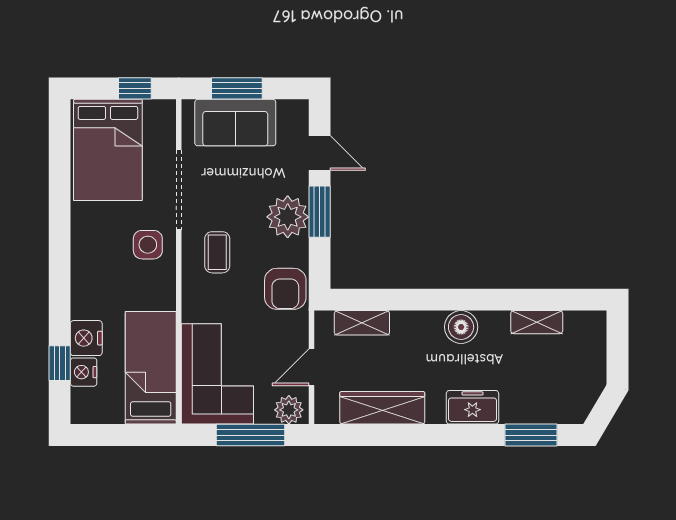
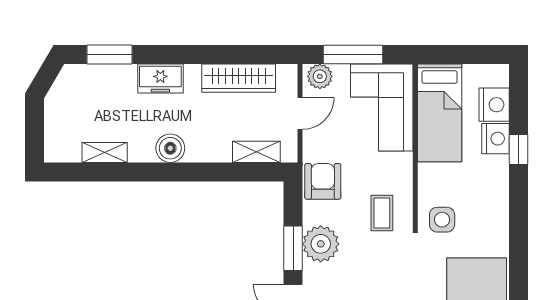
window: (60, 363) -> (519, 149), moved
nightstand: (84, 372) -> (494, 105), width x1.36, depth x1.33

